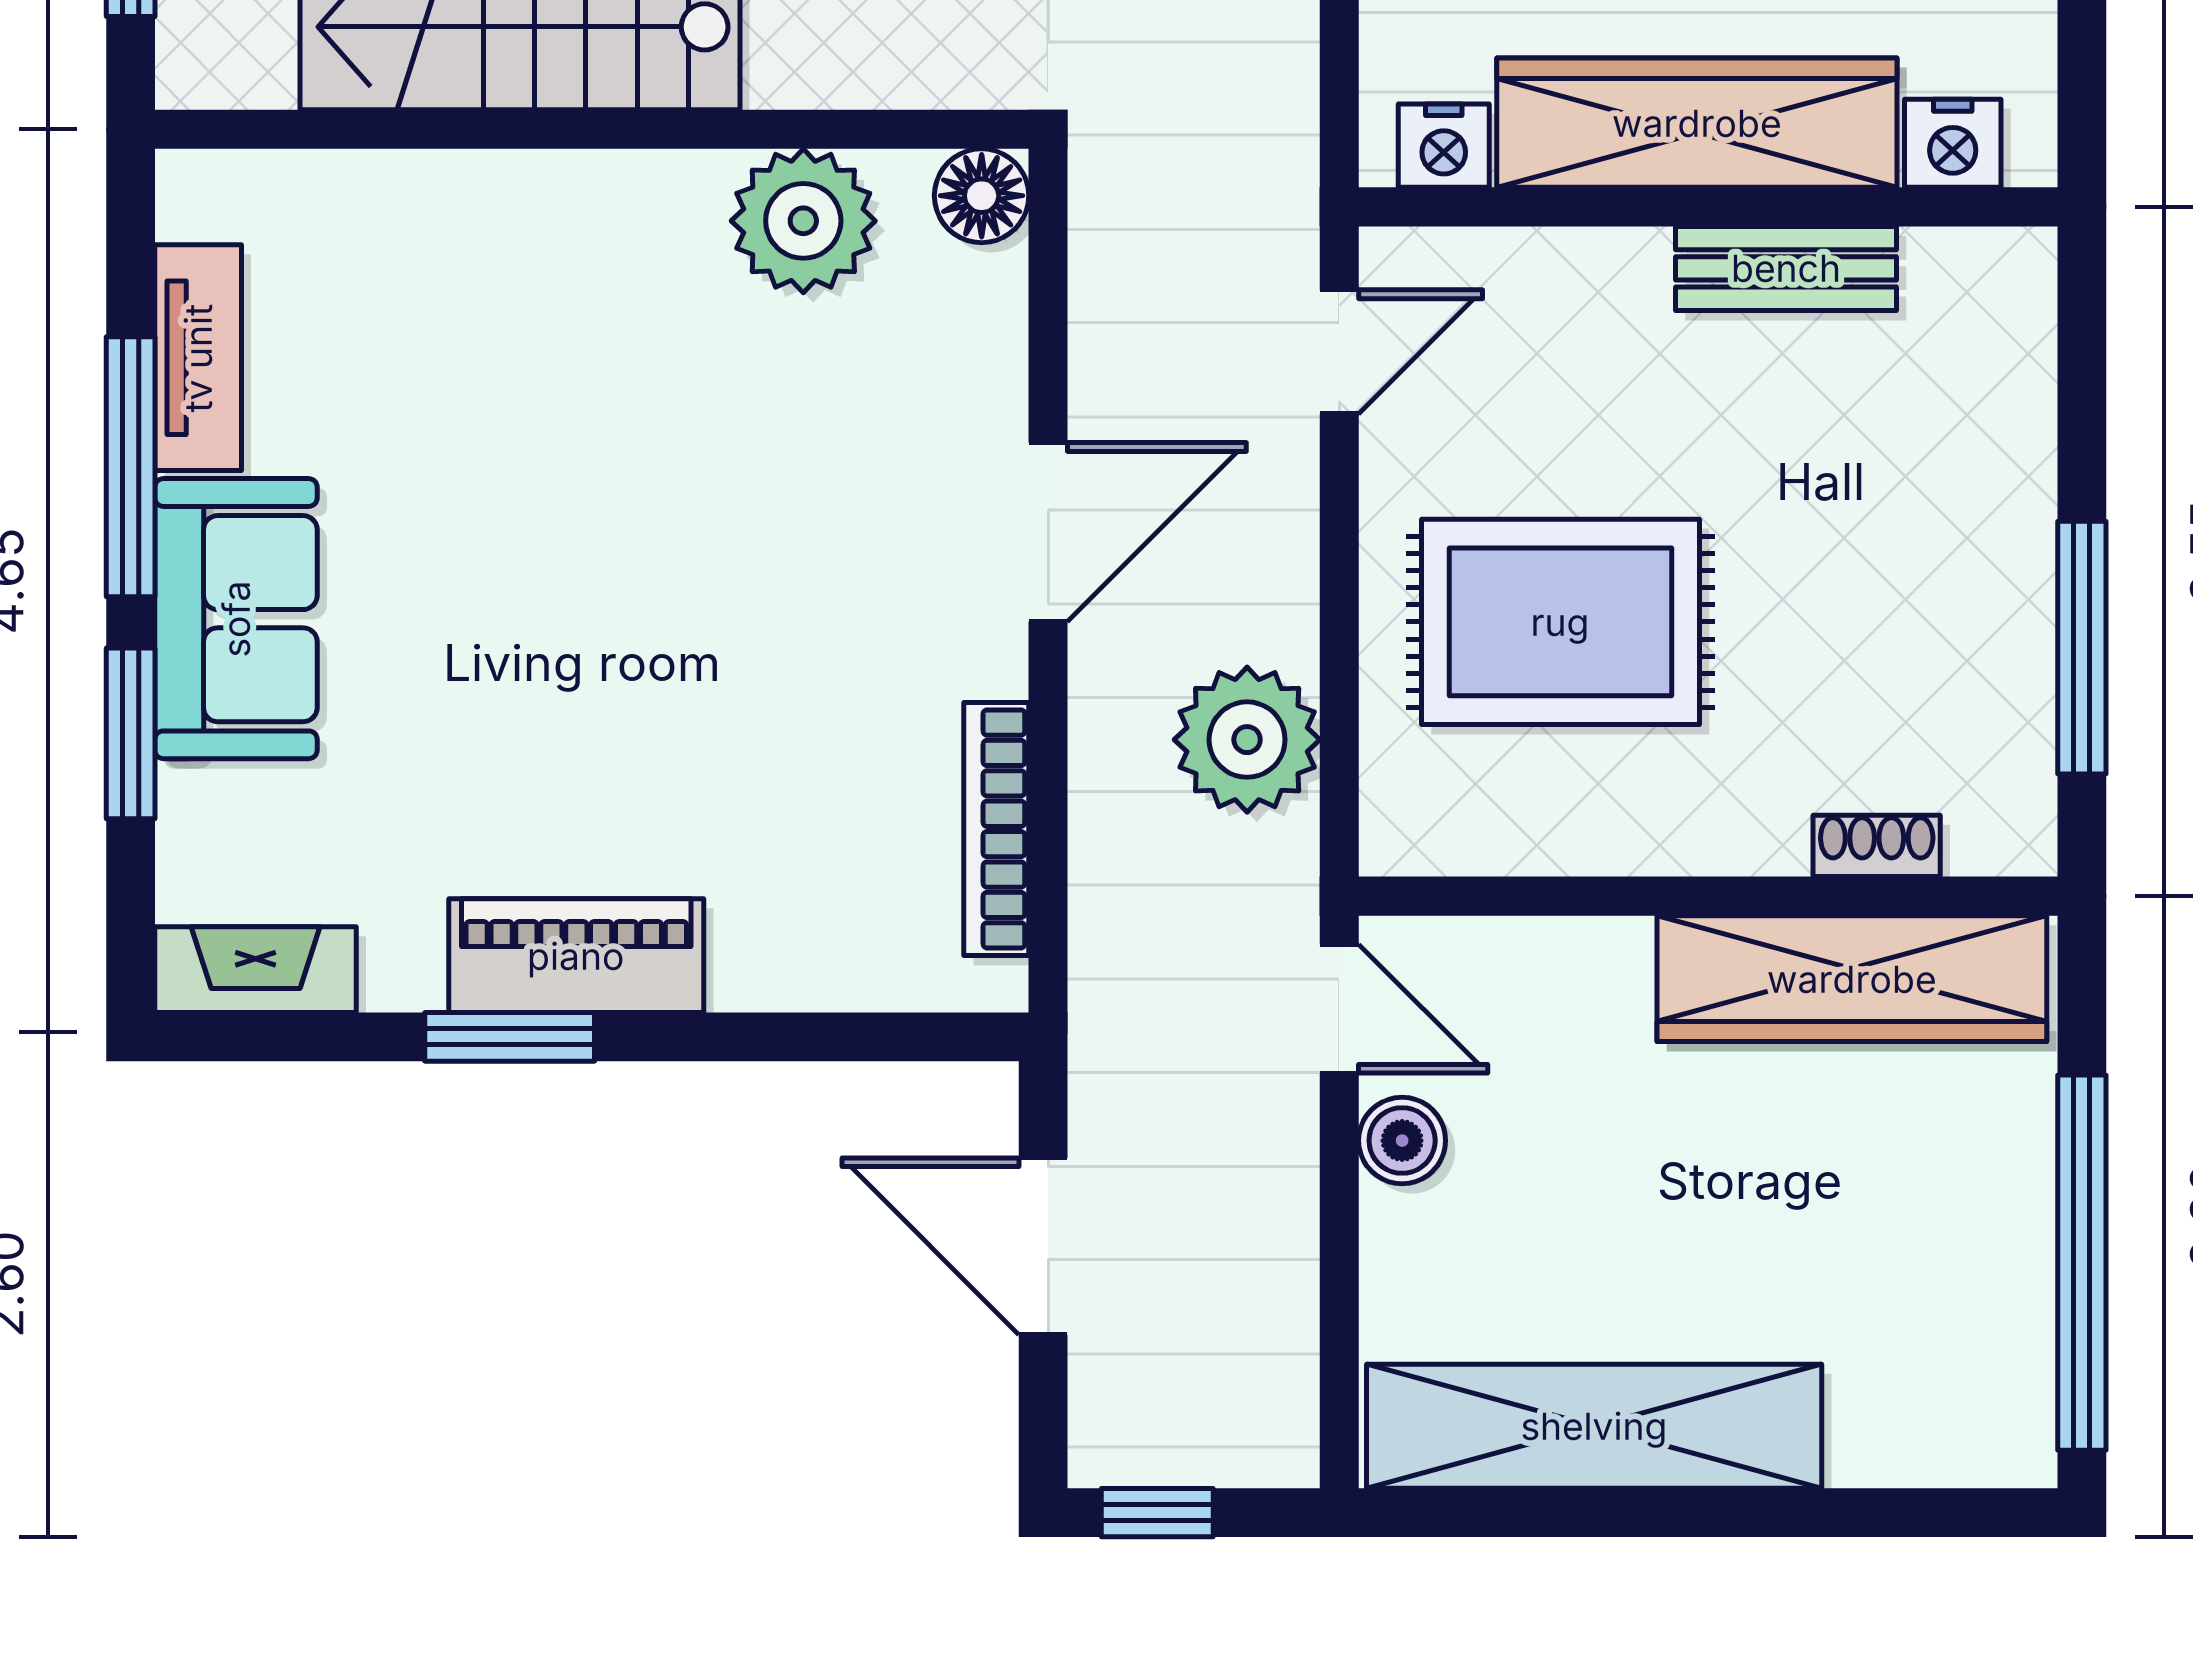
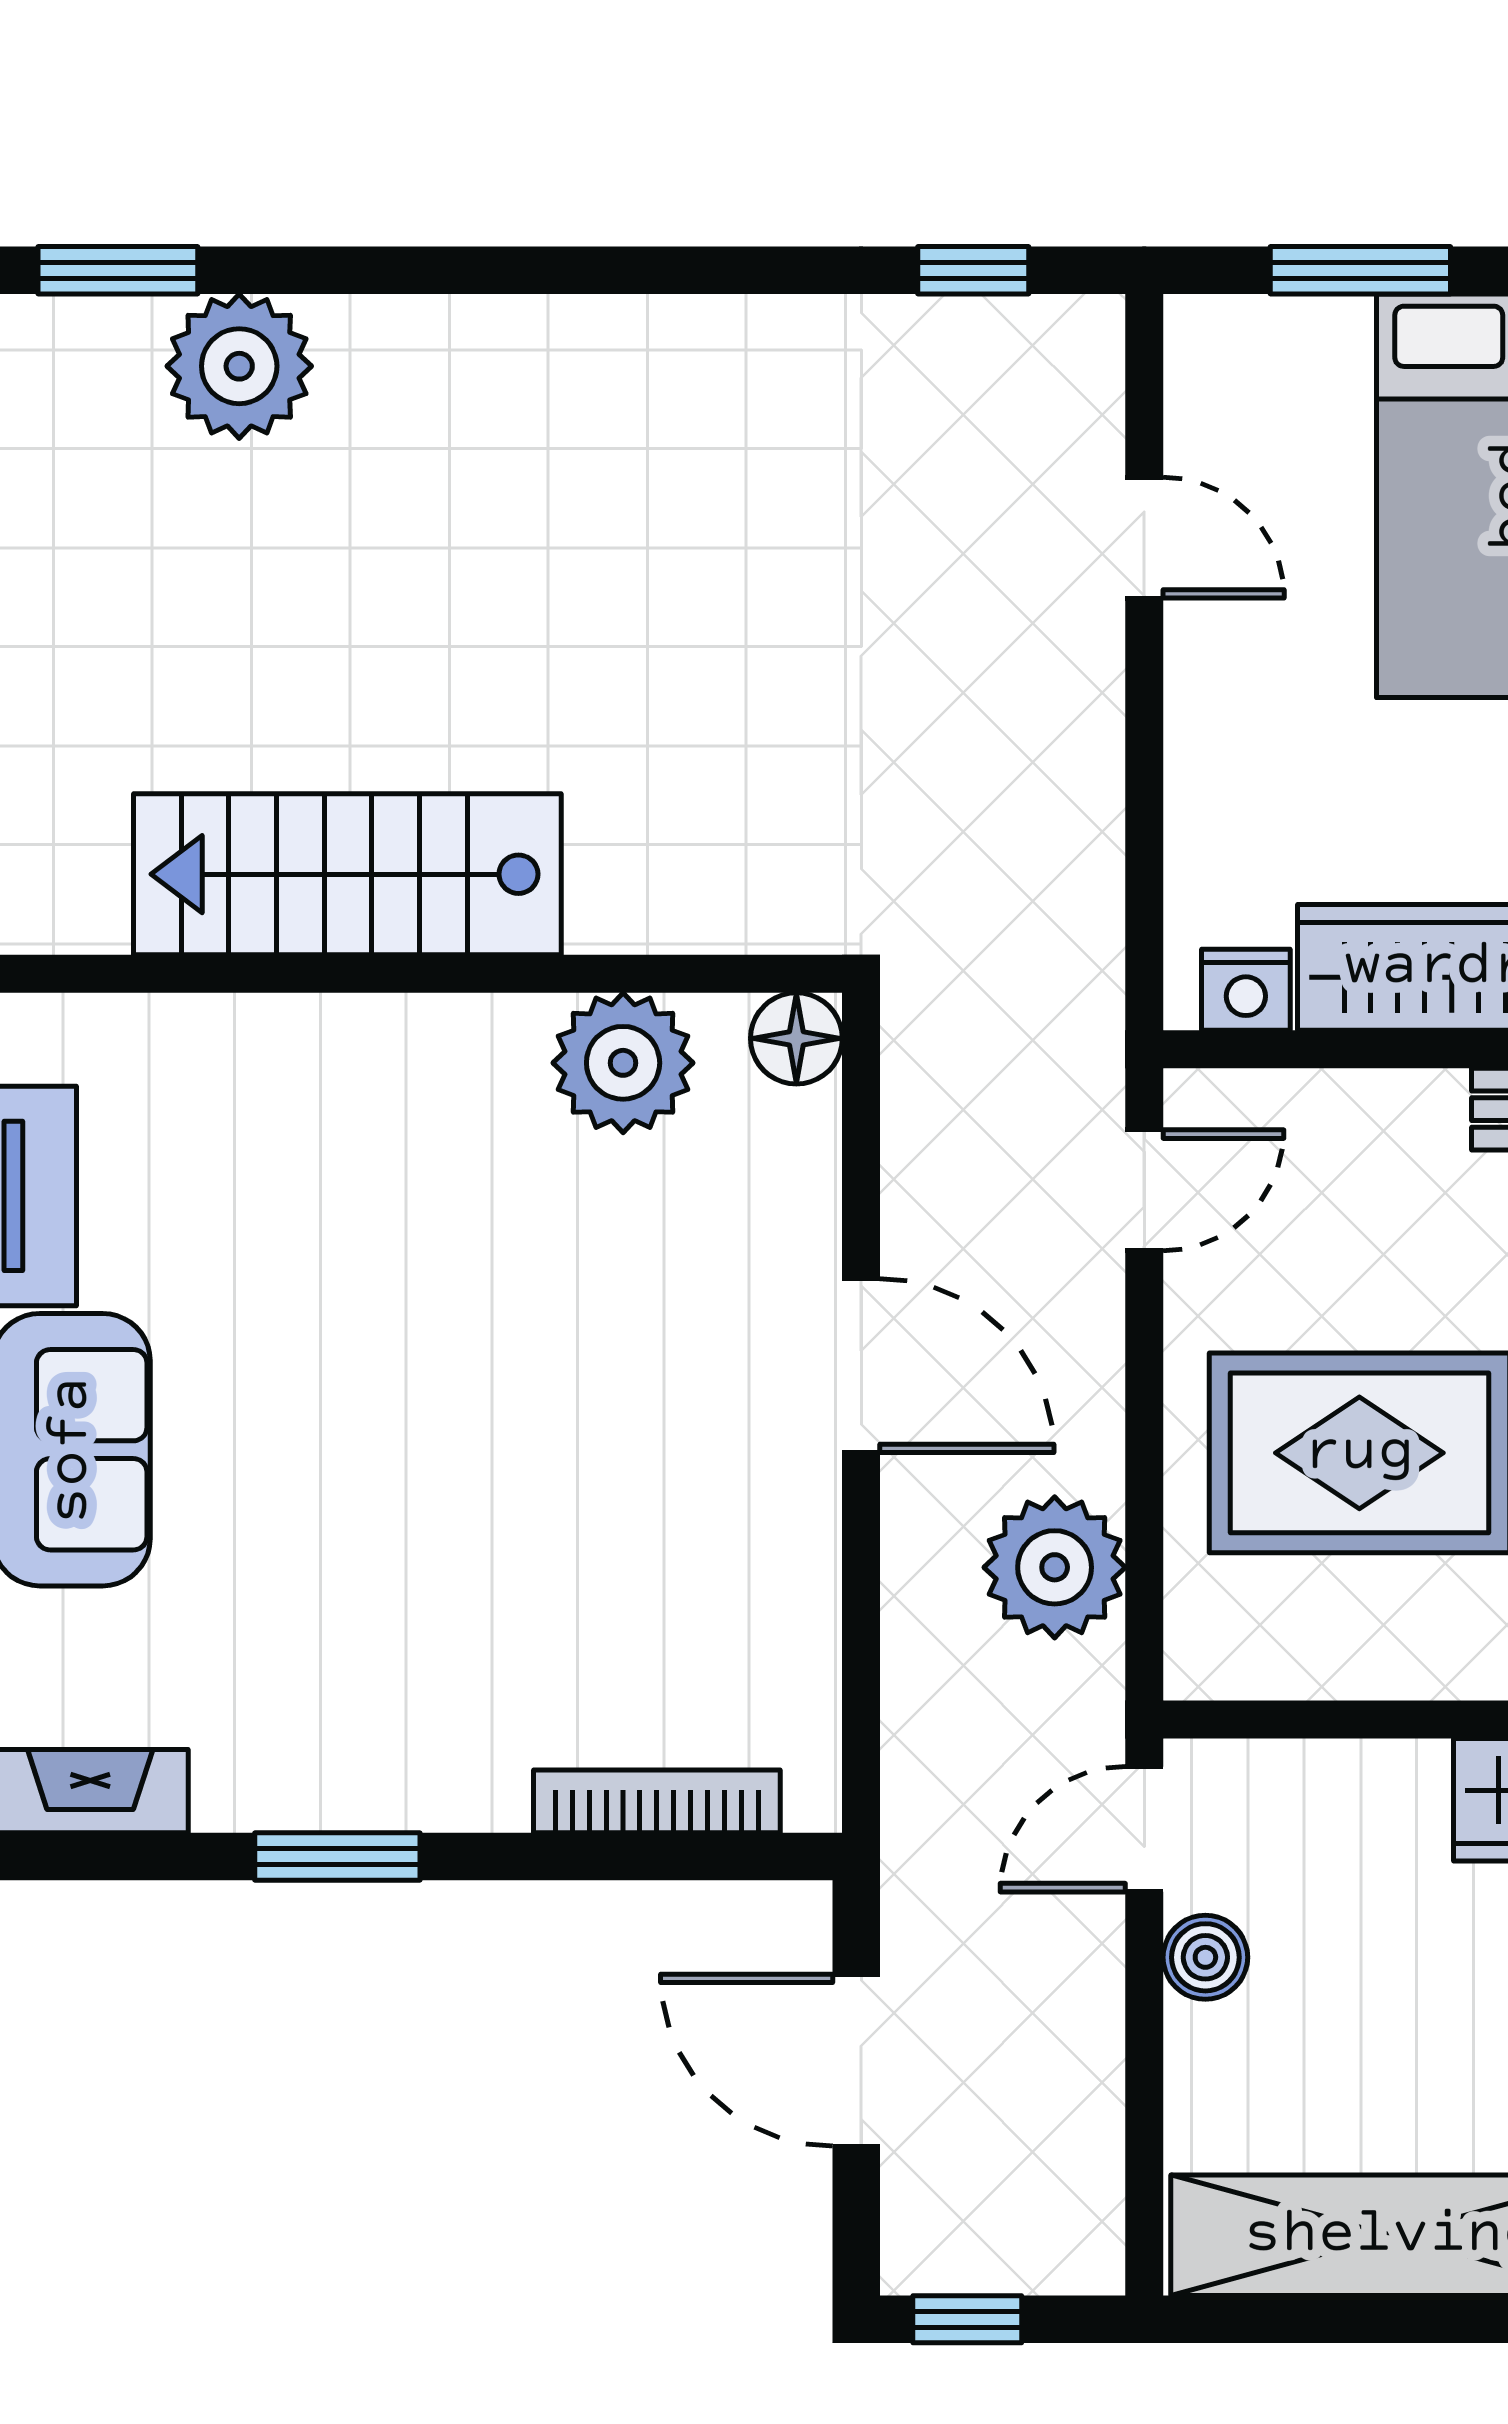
door: (1048, 532) -> (861, 1366), hinge flipped
bookcase: (996, 829) -> (657, 1801), moved, turned 90
piano: (576, 956) -> (402, 1778), removed
door: (1339, 1009) -> (1144, 1829), swing flipped

